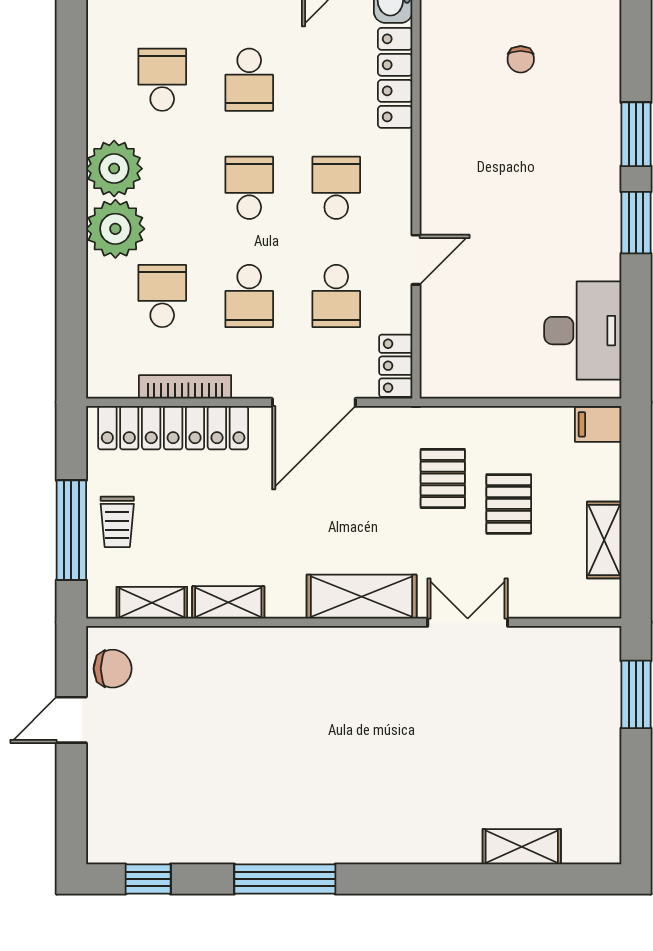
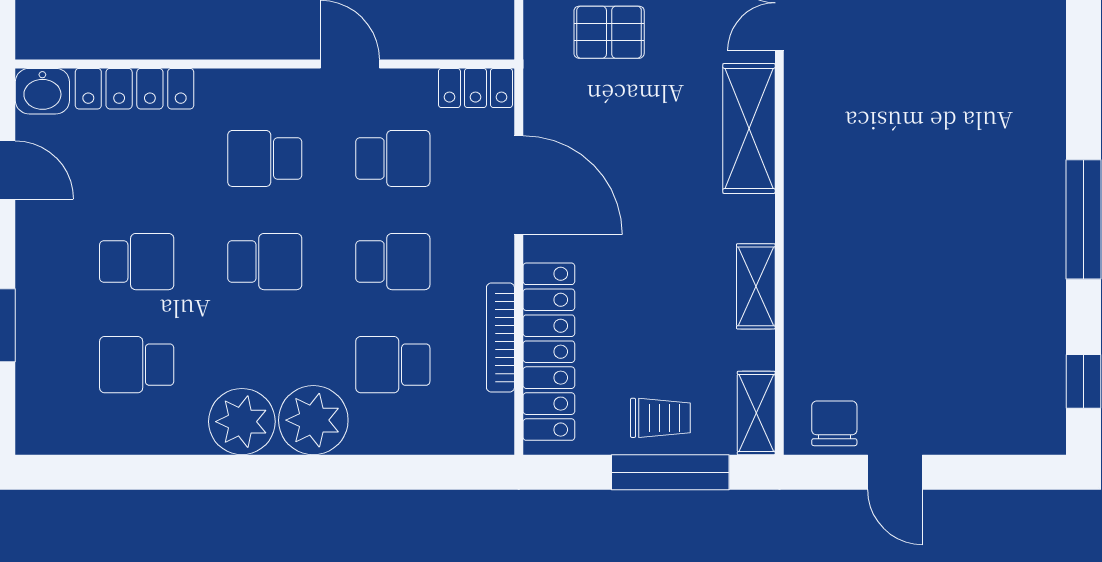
school desk: (249, 188) -> (265, 262), turned 180
shelving: (152, 603) -> (756, 413), moved

